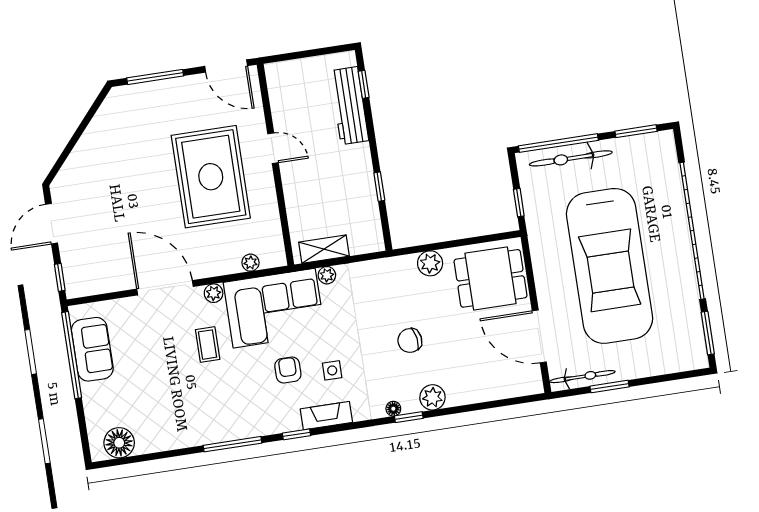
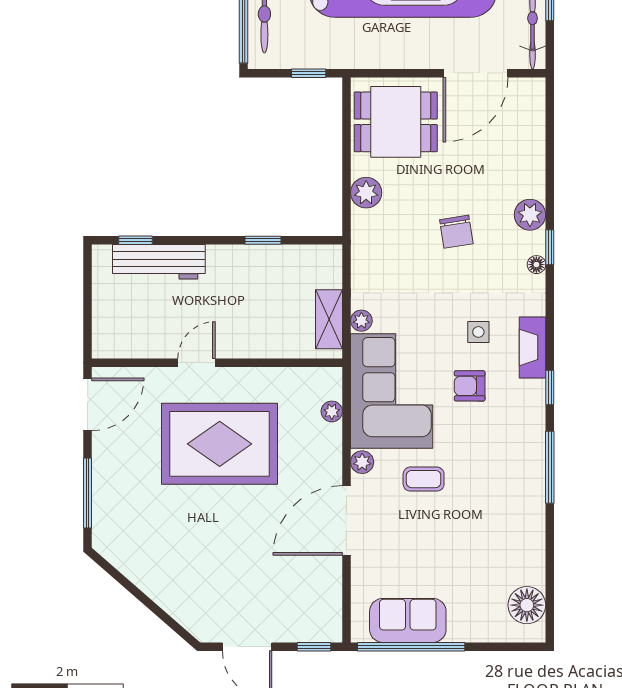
dining table: (490, 278) -> (396, 122), turned 90

